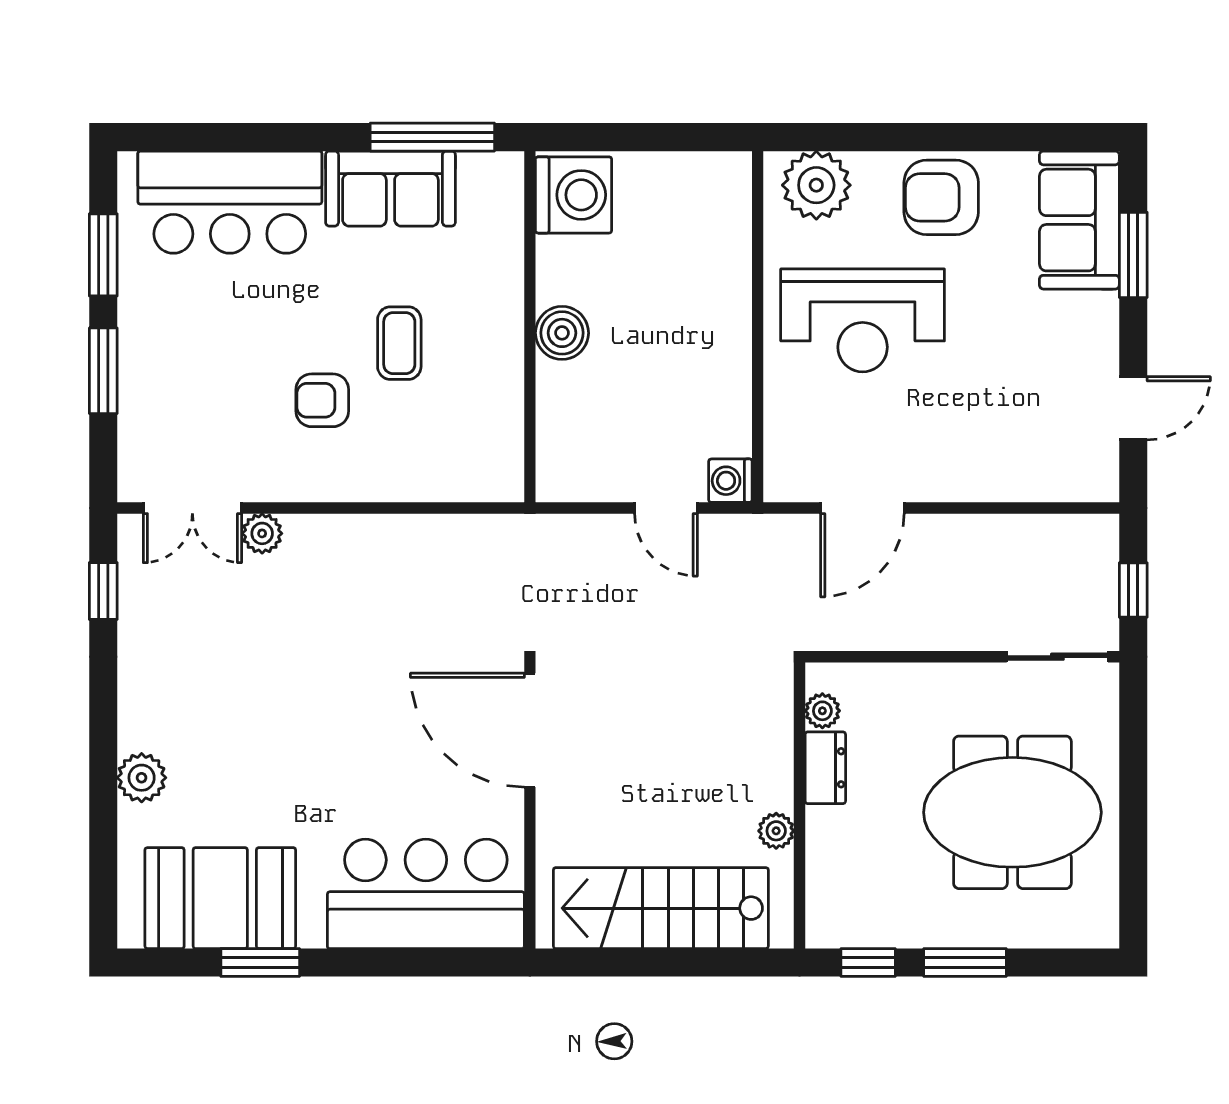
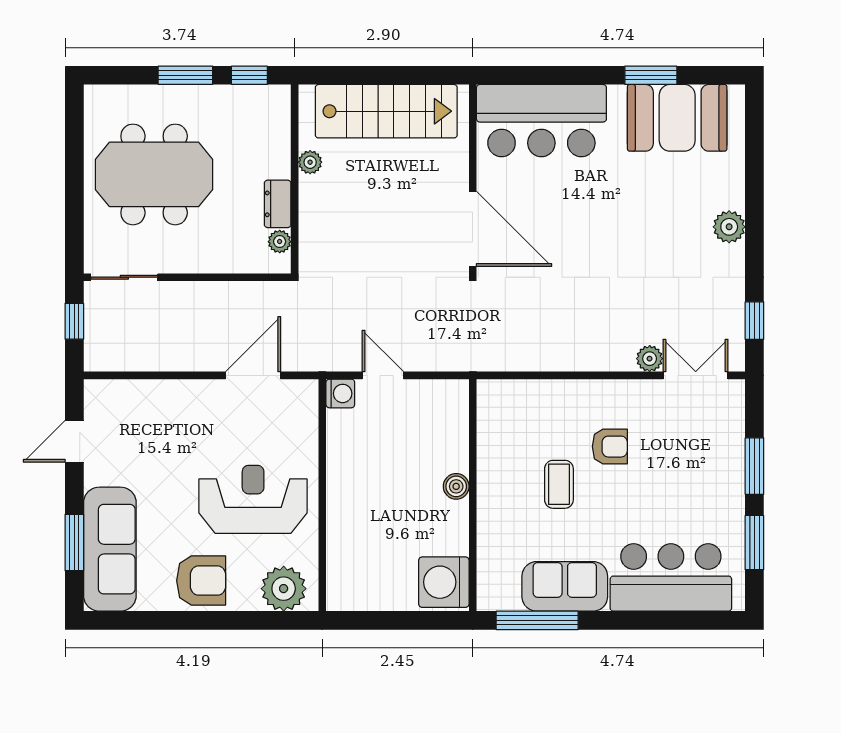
sofa: (1079, 220) -> (110, 549), width x1.36
boiler: (562, 333) -> (456, 486), width x0.73, depth x0.73
plant: (142, 778) -> (729, 227), moved

